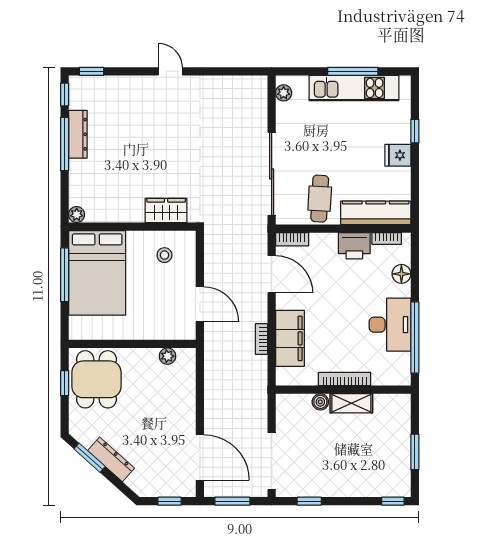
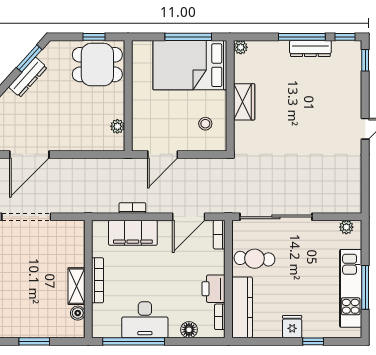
wardrobe: (166, 210) -> (244, 102), moved
boiler: (320, 402) -> (78, 313), moved

